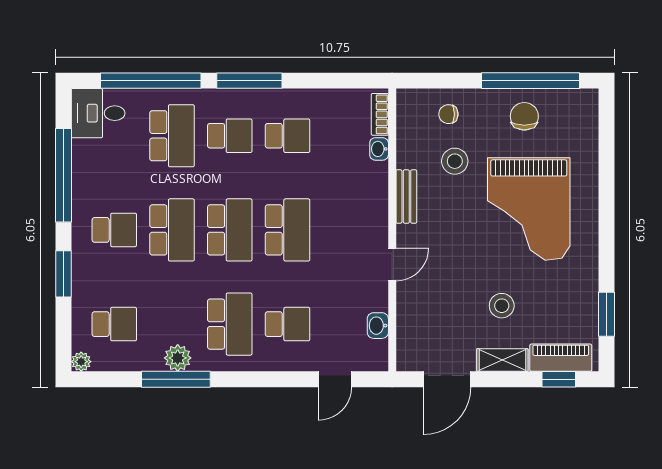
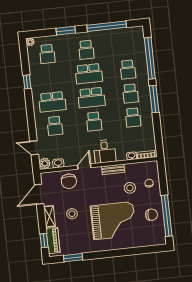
desk: (98, 113) -> (105, 151), moved, turned 180
school desk: (172, 136) -> (128, 69), width x0.54
grand piano: (529, 209) -> (113, 221), turned 180
school desk: (288, 230) -> (94, 122), width x0.54
door: (392, 264) -> (84, 166), swing flipped
chair: (423, 305) -> (69, 181), added
plant: (178, 358) -> (45, 163), moved
window: (176, 379) -> (27, 82), width x0.46
door: (447, 379) -> (39, 194), hinge flipped

